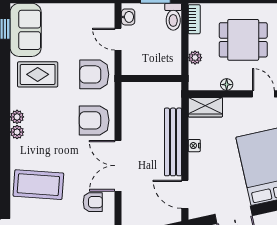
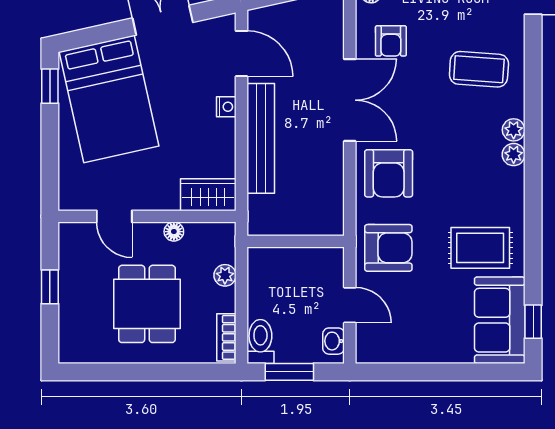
dining table: (243, 40) -> (147, 304), turned 90
plant: (17, 117) -> (514, 130), moved
armchair: (94, 120) -> (389, 173), turned 90
nightstand: (194, 146) -> (226, 107), moved
coffee table: (38, 185) -> (479, 69), width x0.73, depth x0.76
armchair: (93, 202) -> (391, 41), turned -90

